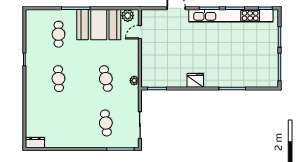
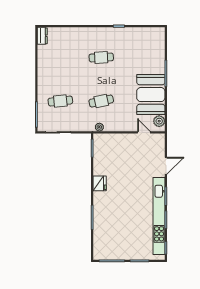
cafe table: (58, 34) -> (142, 57), removed

